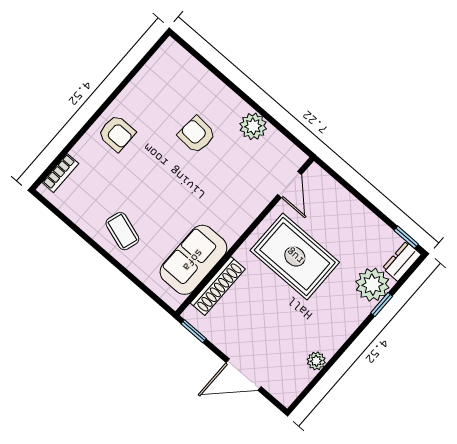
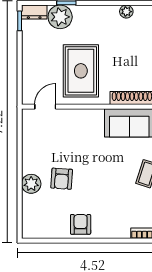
plant: (253, 126) -> (31, 184), moved
armchair: (117, 133) -> (81, 224), moved

